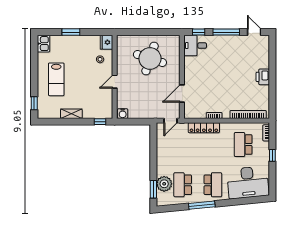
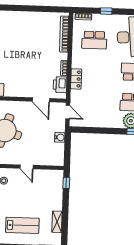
printer: (263, 77) -> (60, 85), moved, turned 90
shelving: (71, 114) -> (57, 222), moved
water cooler: (123, 114) -> (60, 137), moved
locker: (204, 128) -> (76, 79), width x0.66

